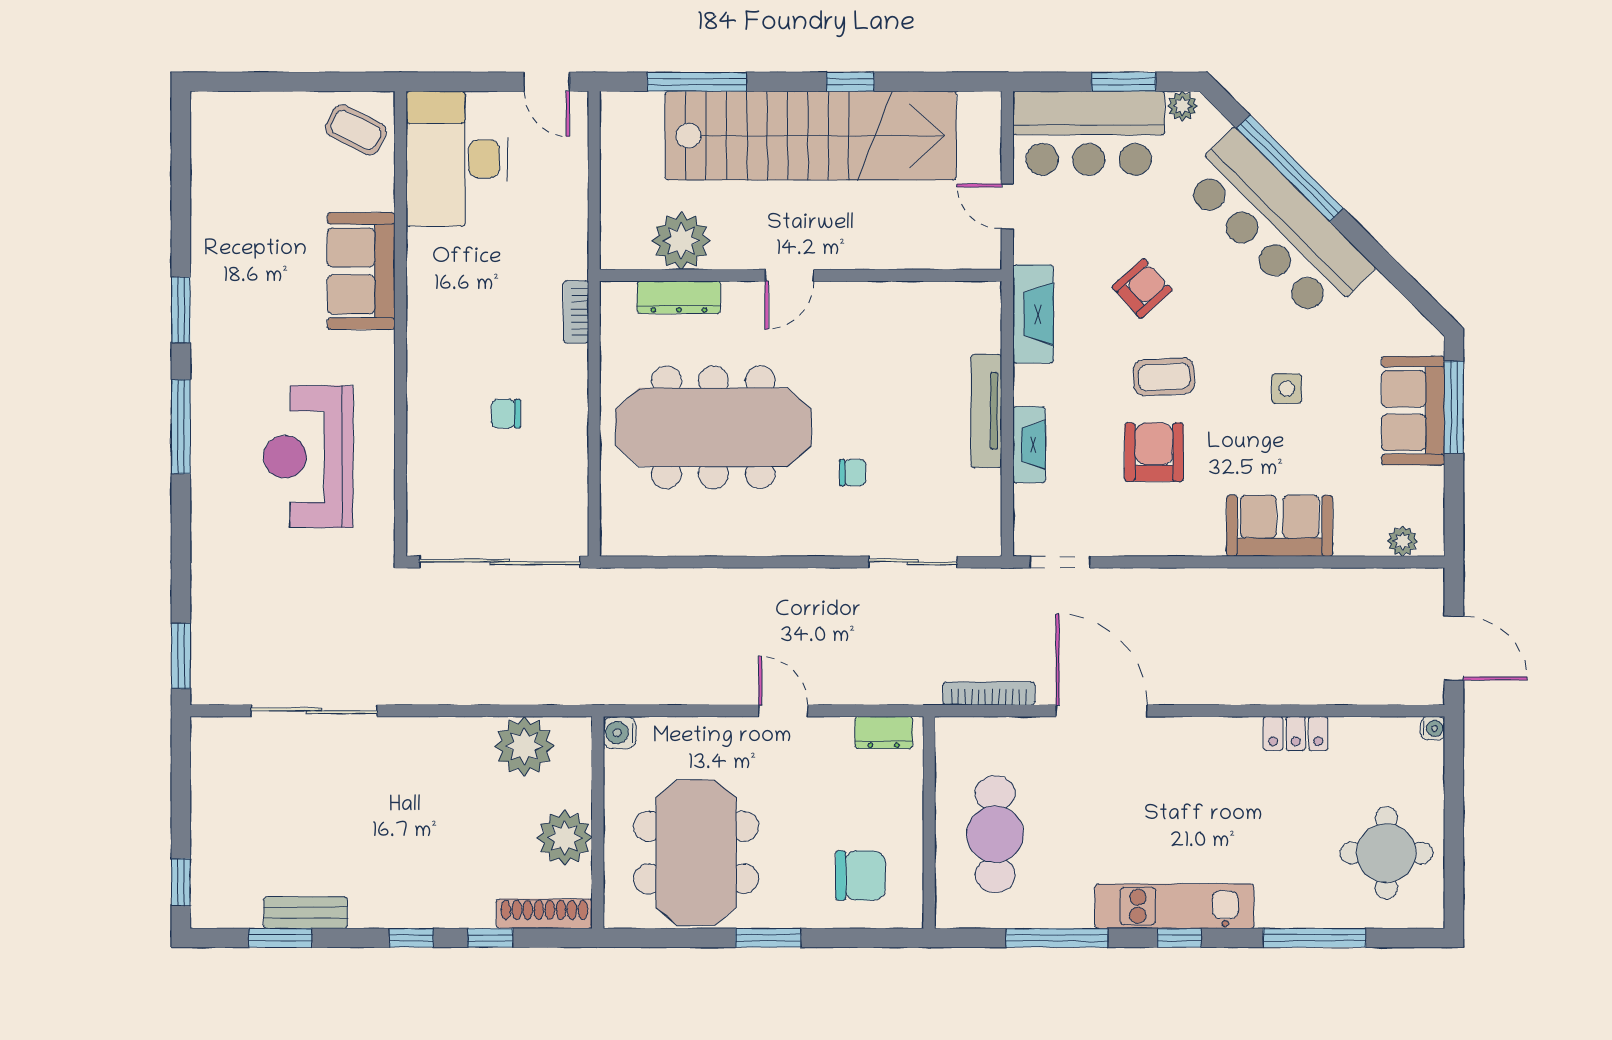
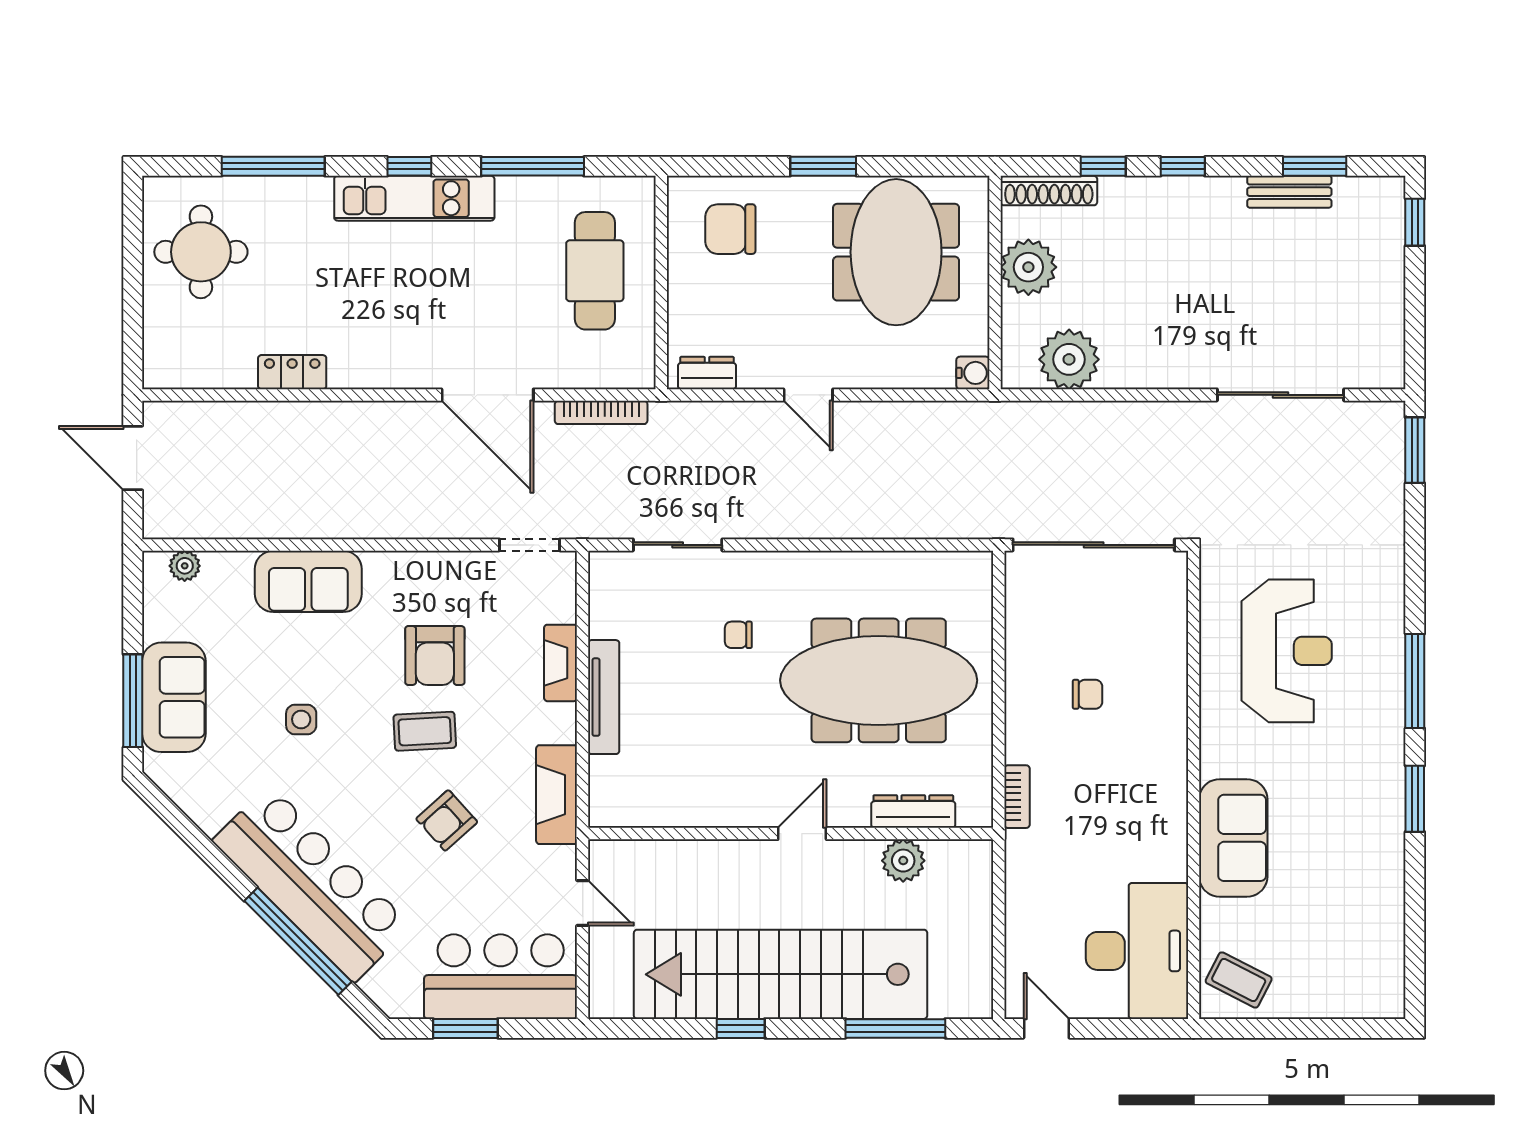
plant: (1182, 106) -> (406, 1004), removed
plant: (681, 241) -> (903, 861), width x0.73, depth x0.73
water cooler: (1433, 728) -> (154, 377), removed

